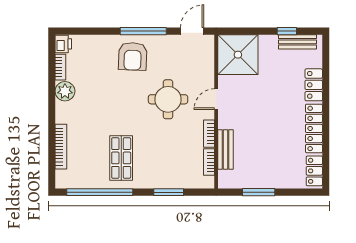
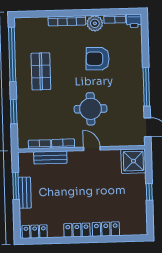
window: (287, 31) -> (149, 192), moved
bench: (298, 42) -> (25, 193), moved
shower: (238, 55) -> (133, 161), width x0.73, depth x0.73
armchair: (133, 56) -> (98, 59), moved
locker: (314, 128) -> (77, 230), width x0.66
bookcase: (61, 147) -> (67, 21), moved
shop shelf: (121, 158) -> (41, 71), turned 90

